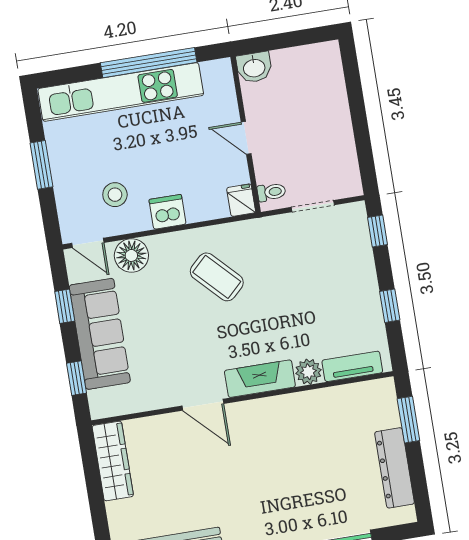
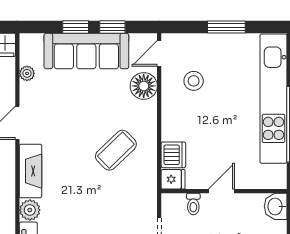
toilet: (271, 192) -> (193, 204), moved
dishwasher: (168, 212) -> (173, 155), moved
window: (76, 378) -> (76, 27), moved
plant: (139, 403) -> (27, 73), added

